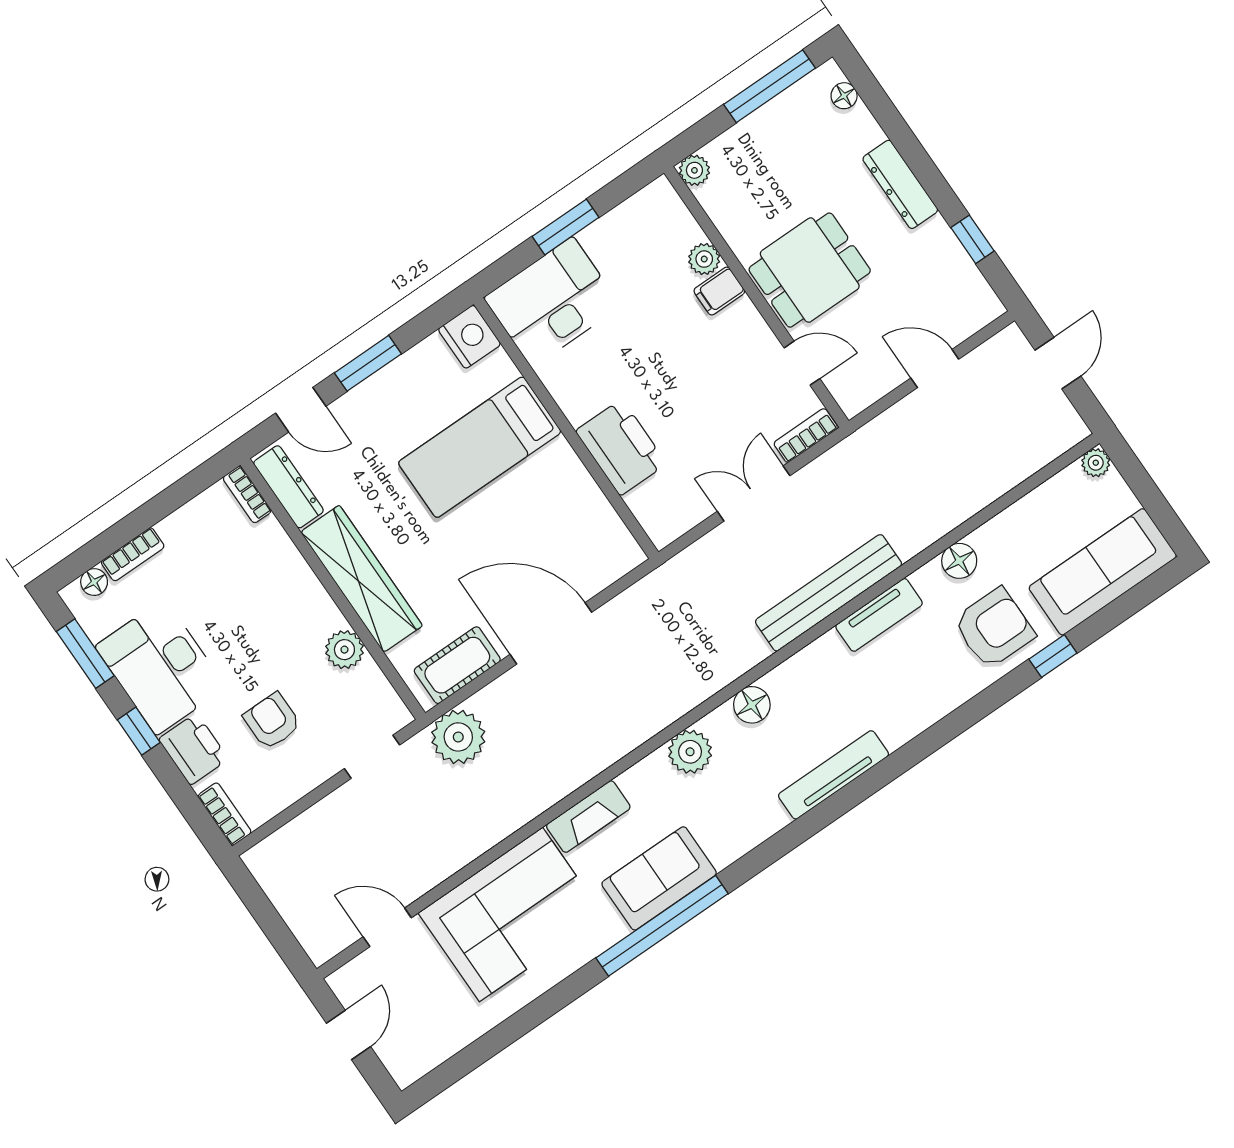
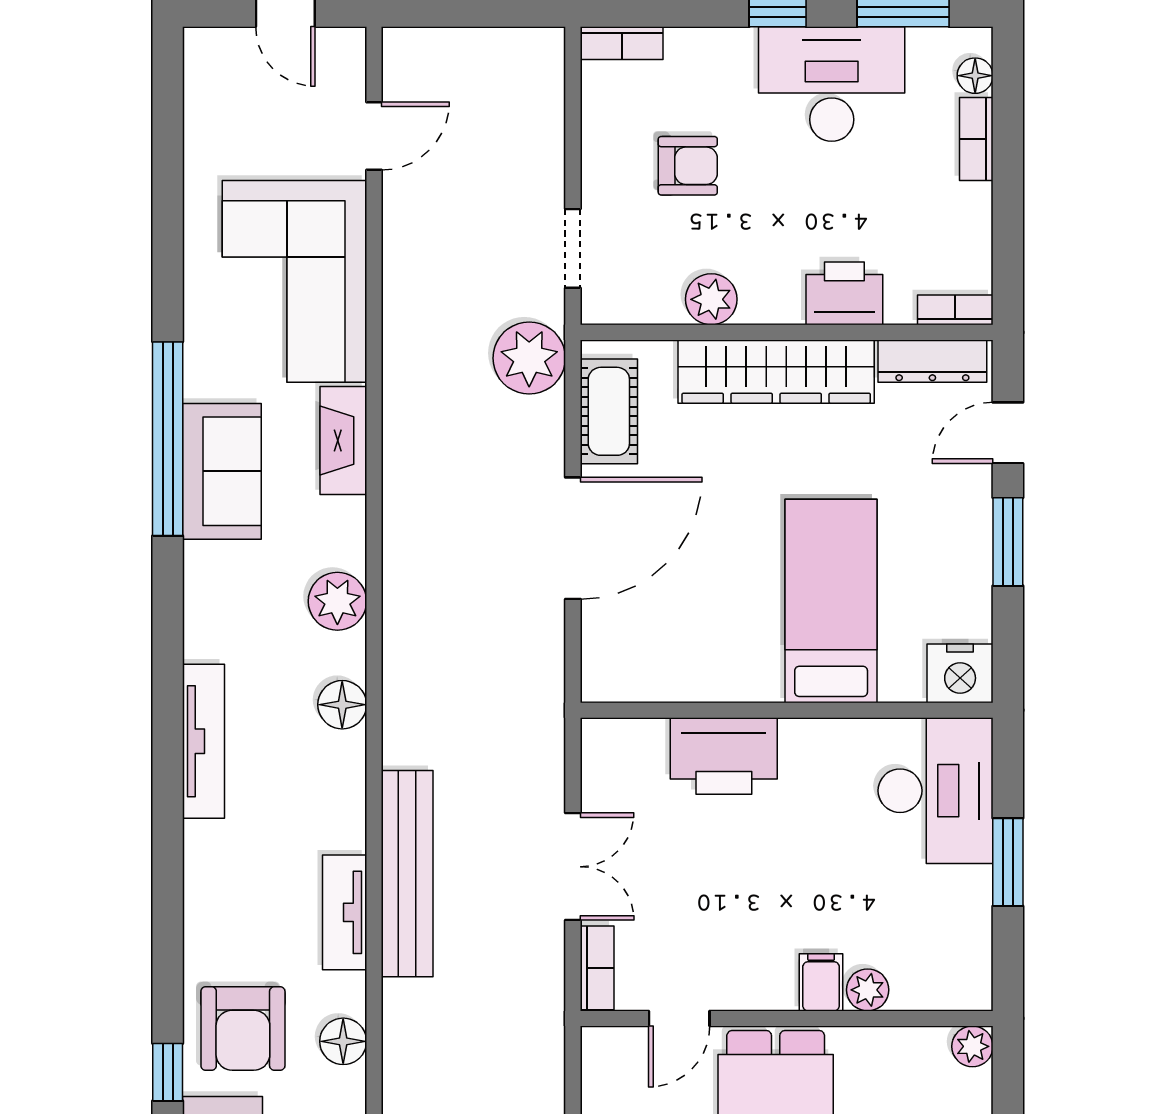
printer: (193, 749) -> (844, 293), moved, turned 180

